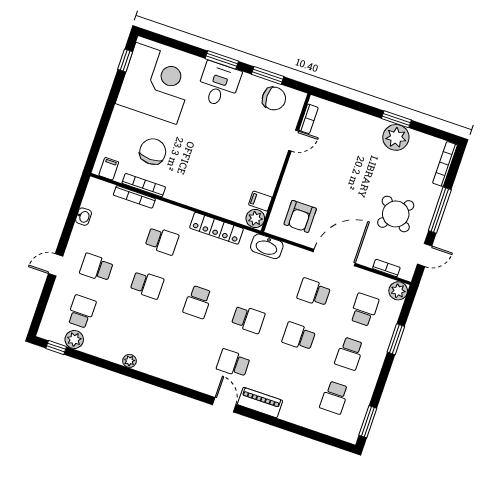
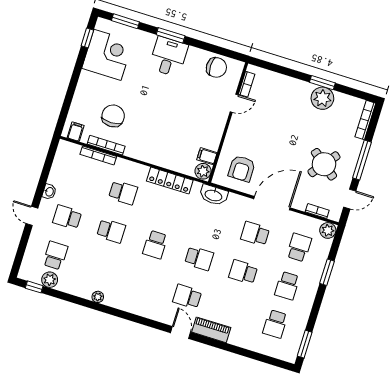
window: (268, 75) -> (125, 21), moved
corner desk: (156, 83) -> (107, 55), width x0.74, depth x0.74
washbasin: (84, 217) -> (49, 192), moved
door: (56, 265) -> (32, 216), hinge flipped

